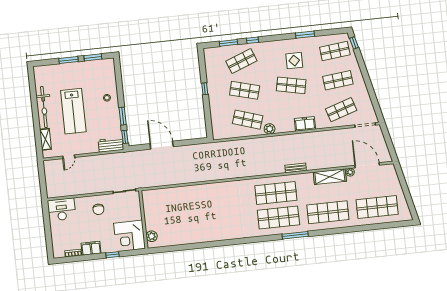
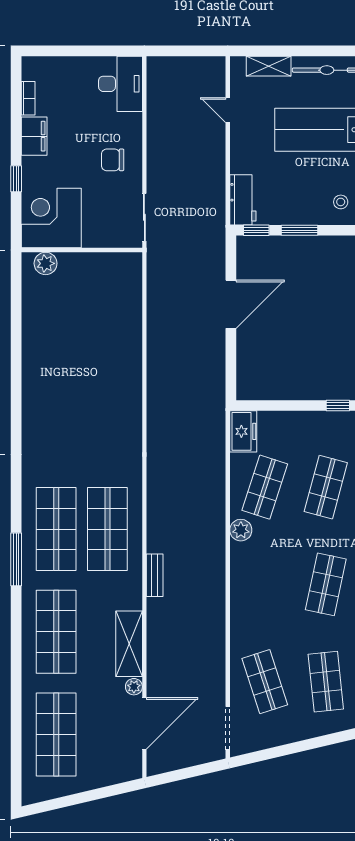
freezer: (305, 124) -> (243, 431), moved

